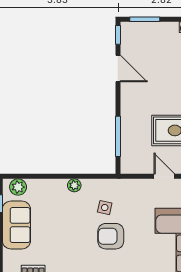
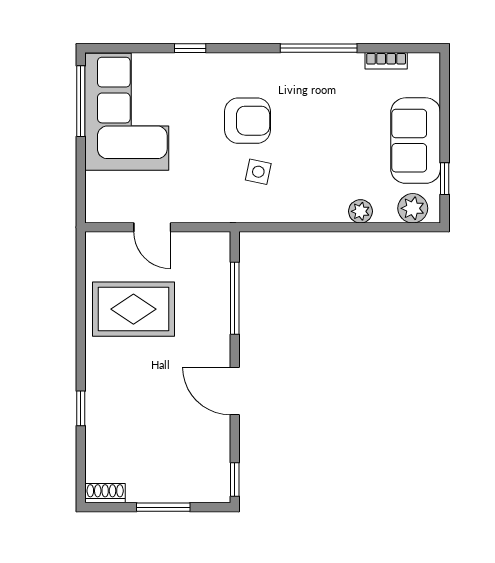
window: (145, 19) -> (163, 507), moved
door: (118, 69) -> (235, 391), moved
plant: (74, 185) -> (360, 211), moved

